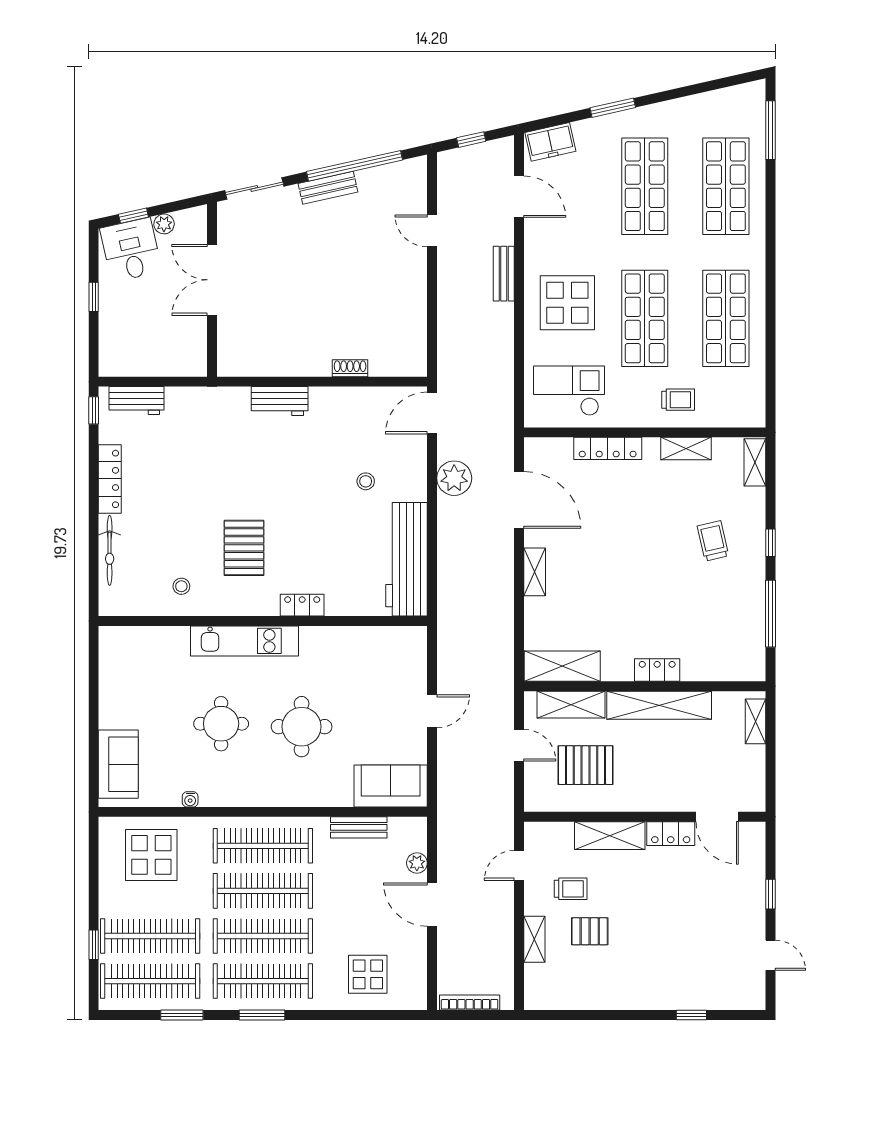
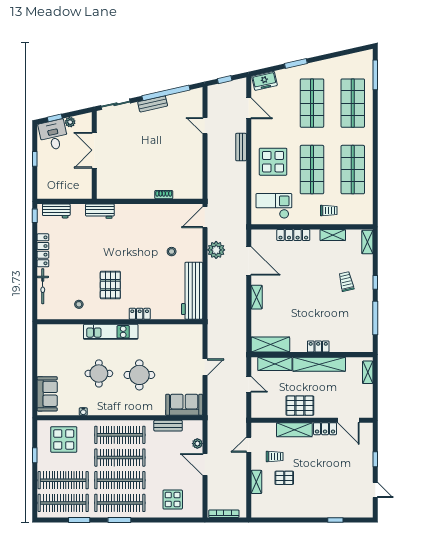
workbench: (280, 401) -> (100, 211), moved
pallet: (586, 765) -> (300, 406), moved
window: (94, 945) -> (35, 455), moved

